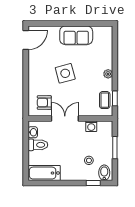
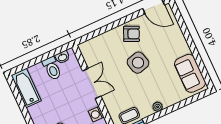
sofa: (76, 35) -> (190, 73), moved
armchair: (44, 103) -> (131, 34), moved, turned 114

